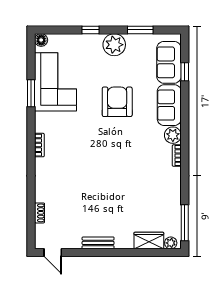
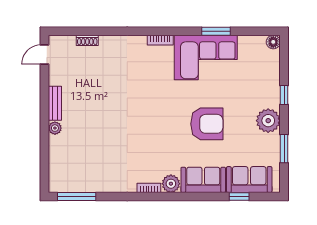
corner sofa: (55, 82) -> (206, 57), moved
wardrobe: (149, 241) -> (58, 158), removed
plant: (171, 243) -> (55, 128), moved

